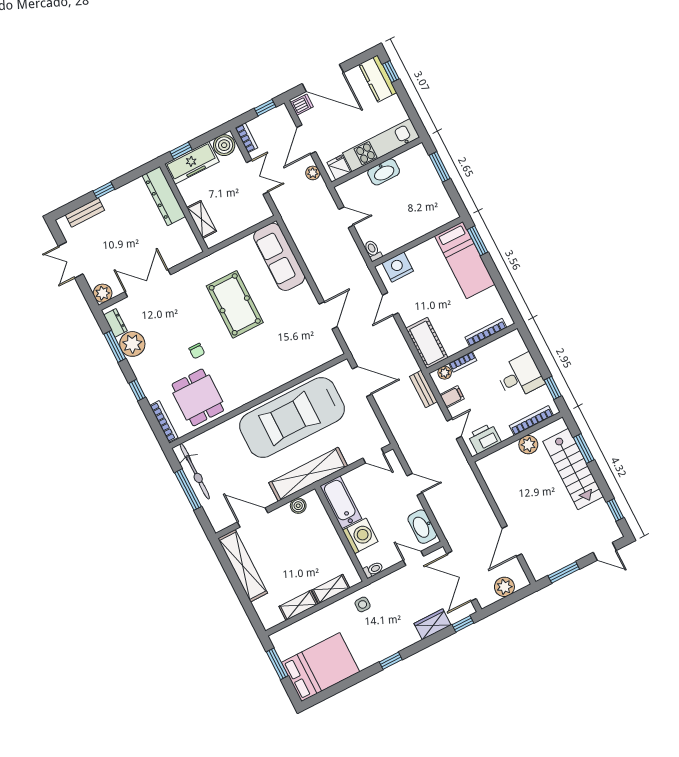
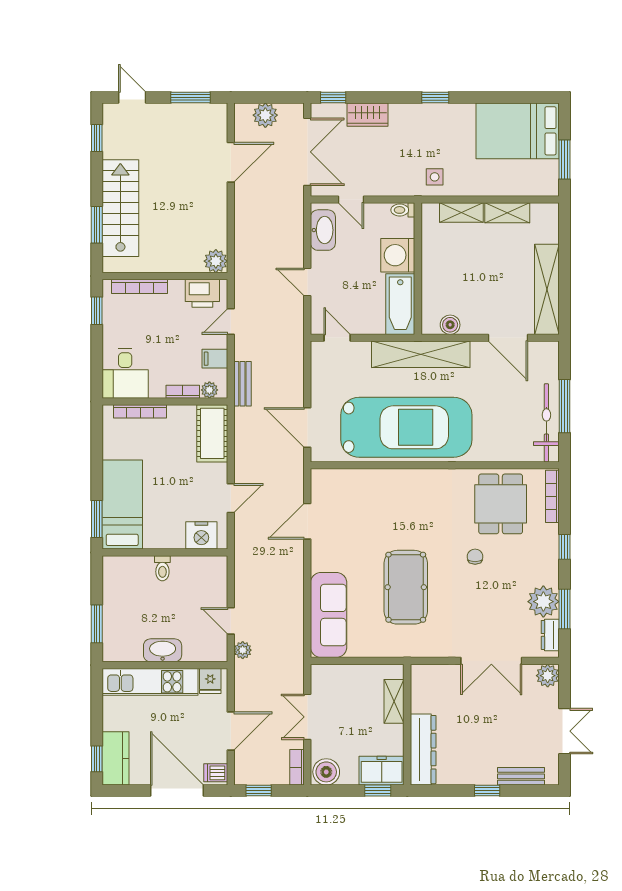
freezer: (192, 163) -> (382, 771), width x0.71
plant: (313, 173) -> (243, 650), moved
toilet: (373, 251) -> (162, 568), moved
desk: (520, 376) -> (125, 374), moved, turned -90
plant: (528, 445) -> (216, 261), moved

